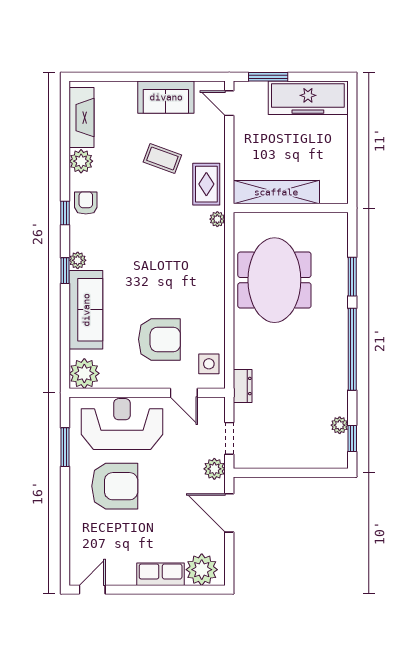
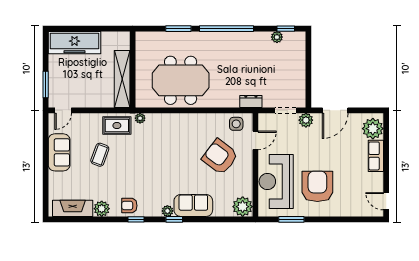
freezer: (308, 98) -> (74, 43), moved, turned 90
sofa: (86, 310) -> (193, 205), width x0.73
armchair: (159, 339) -> (220, 157), turned -53

